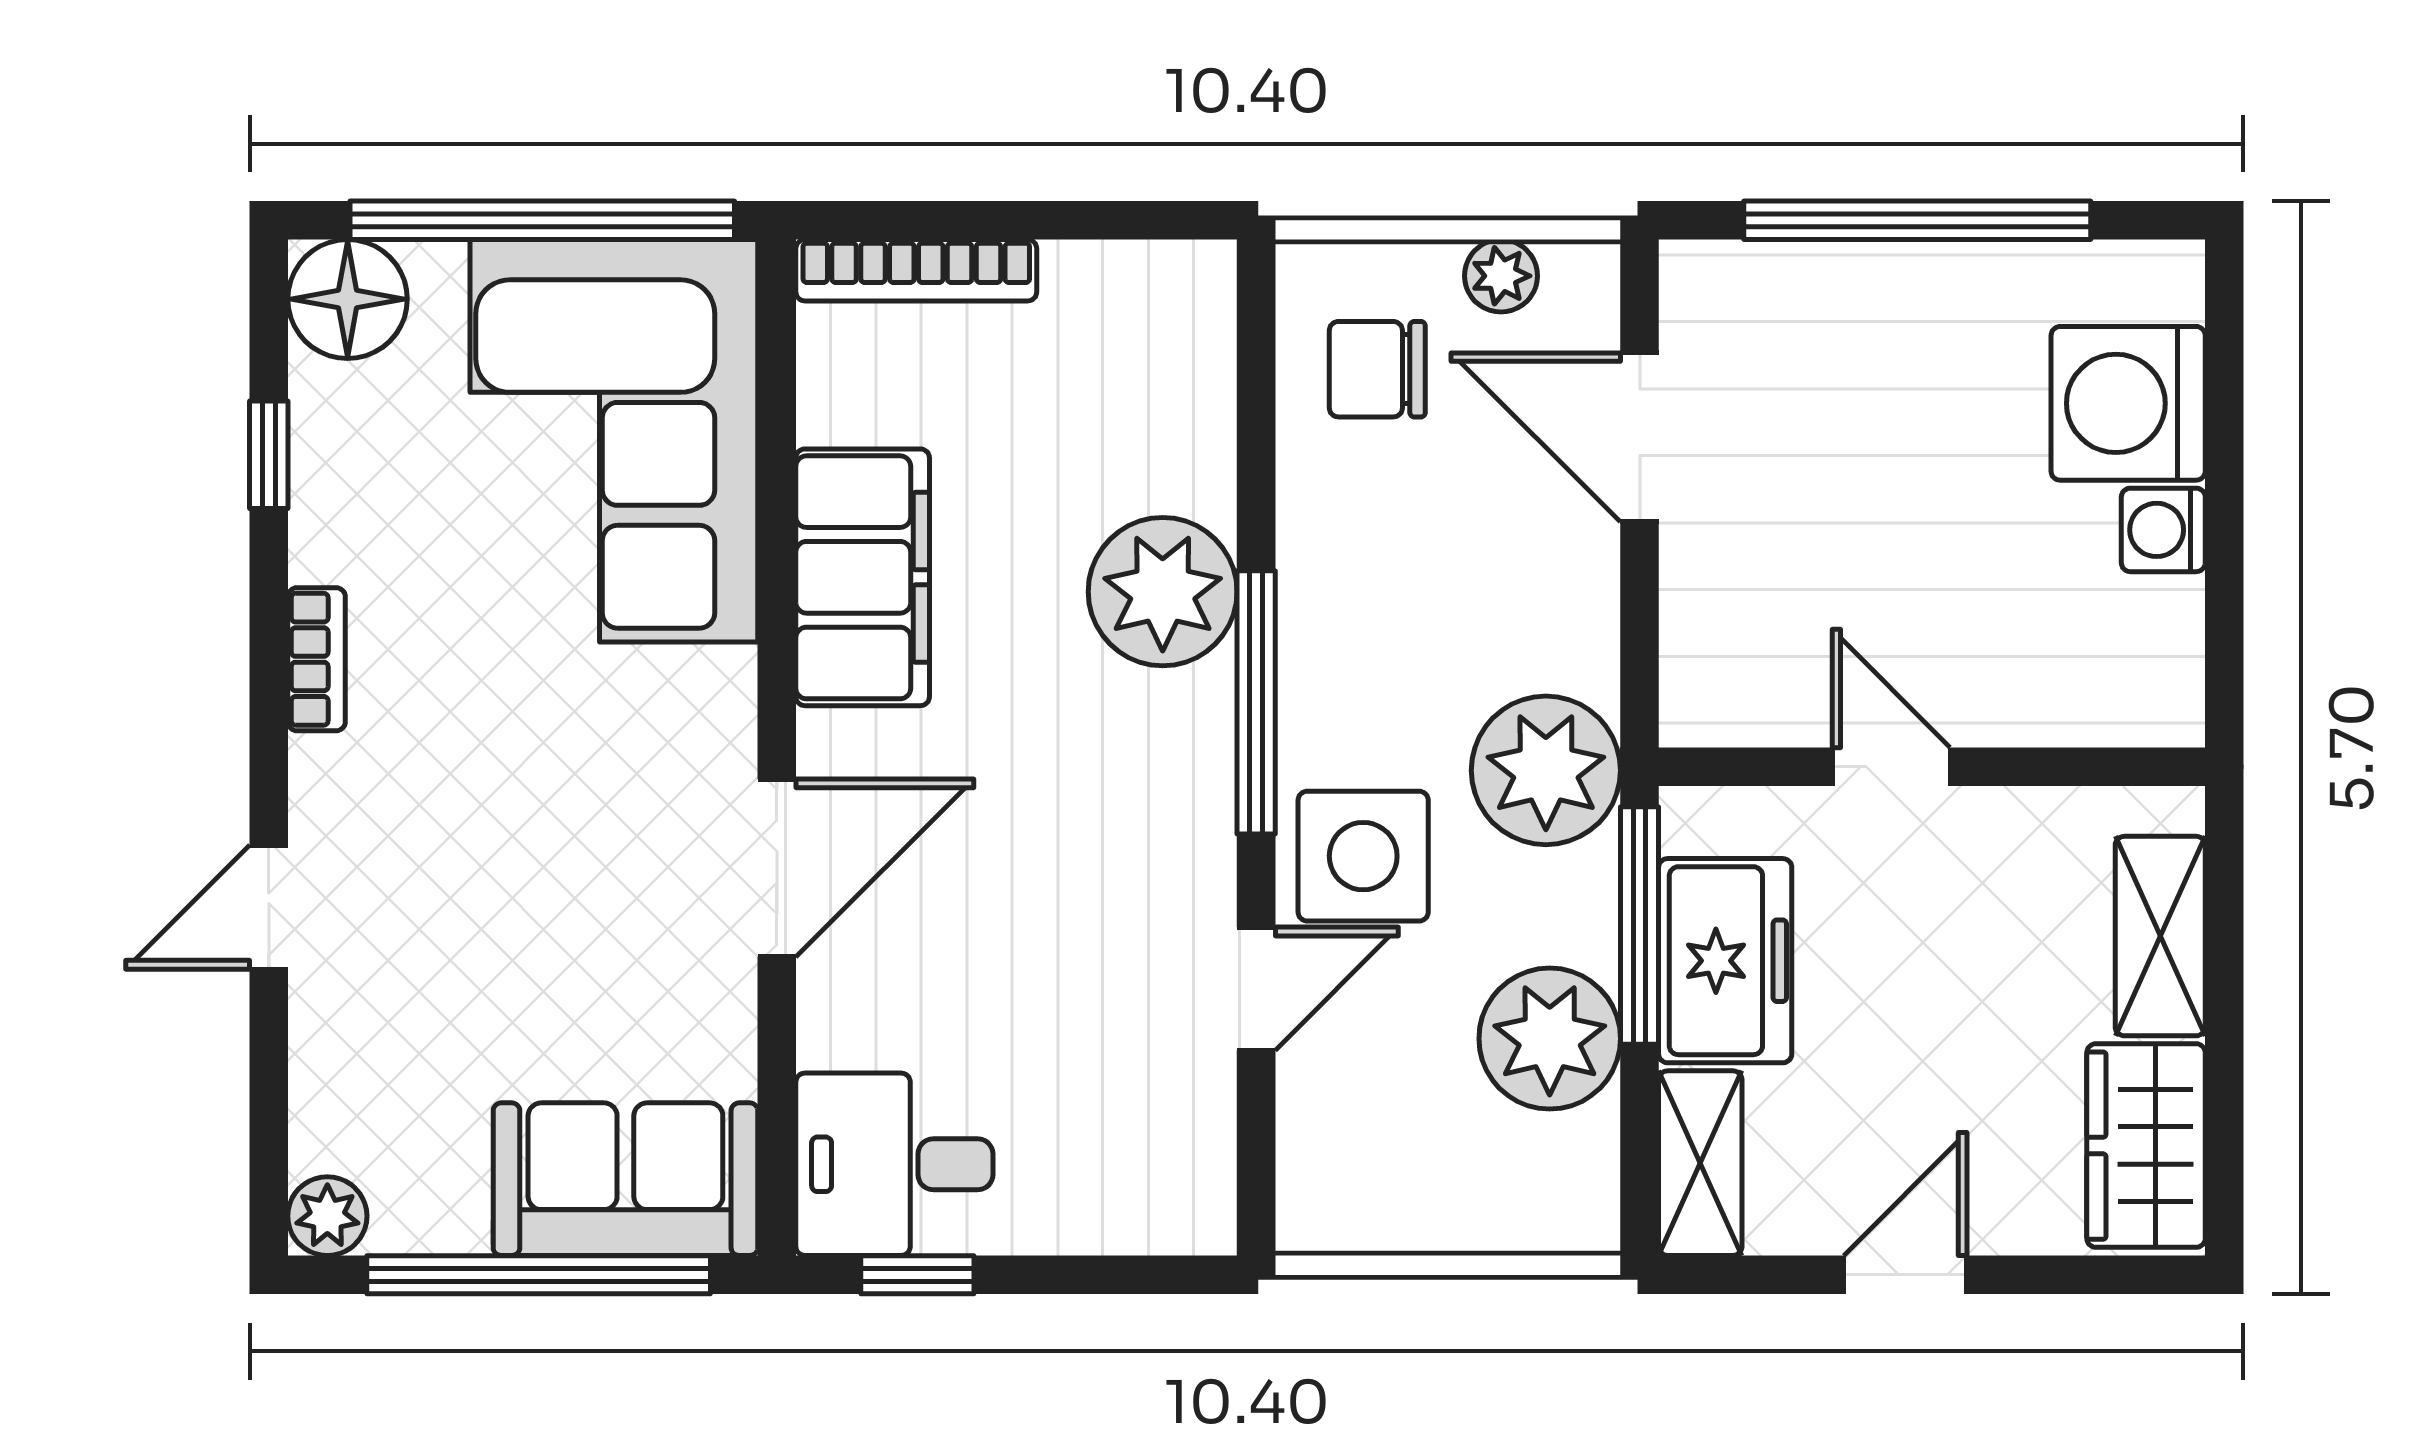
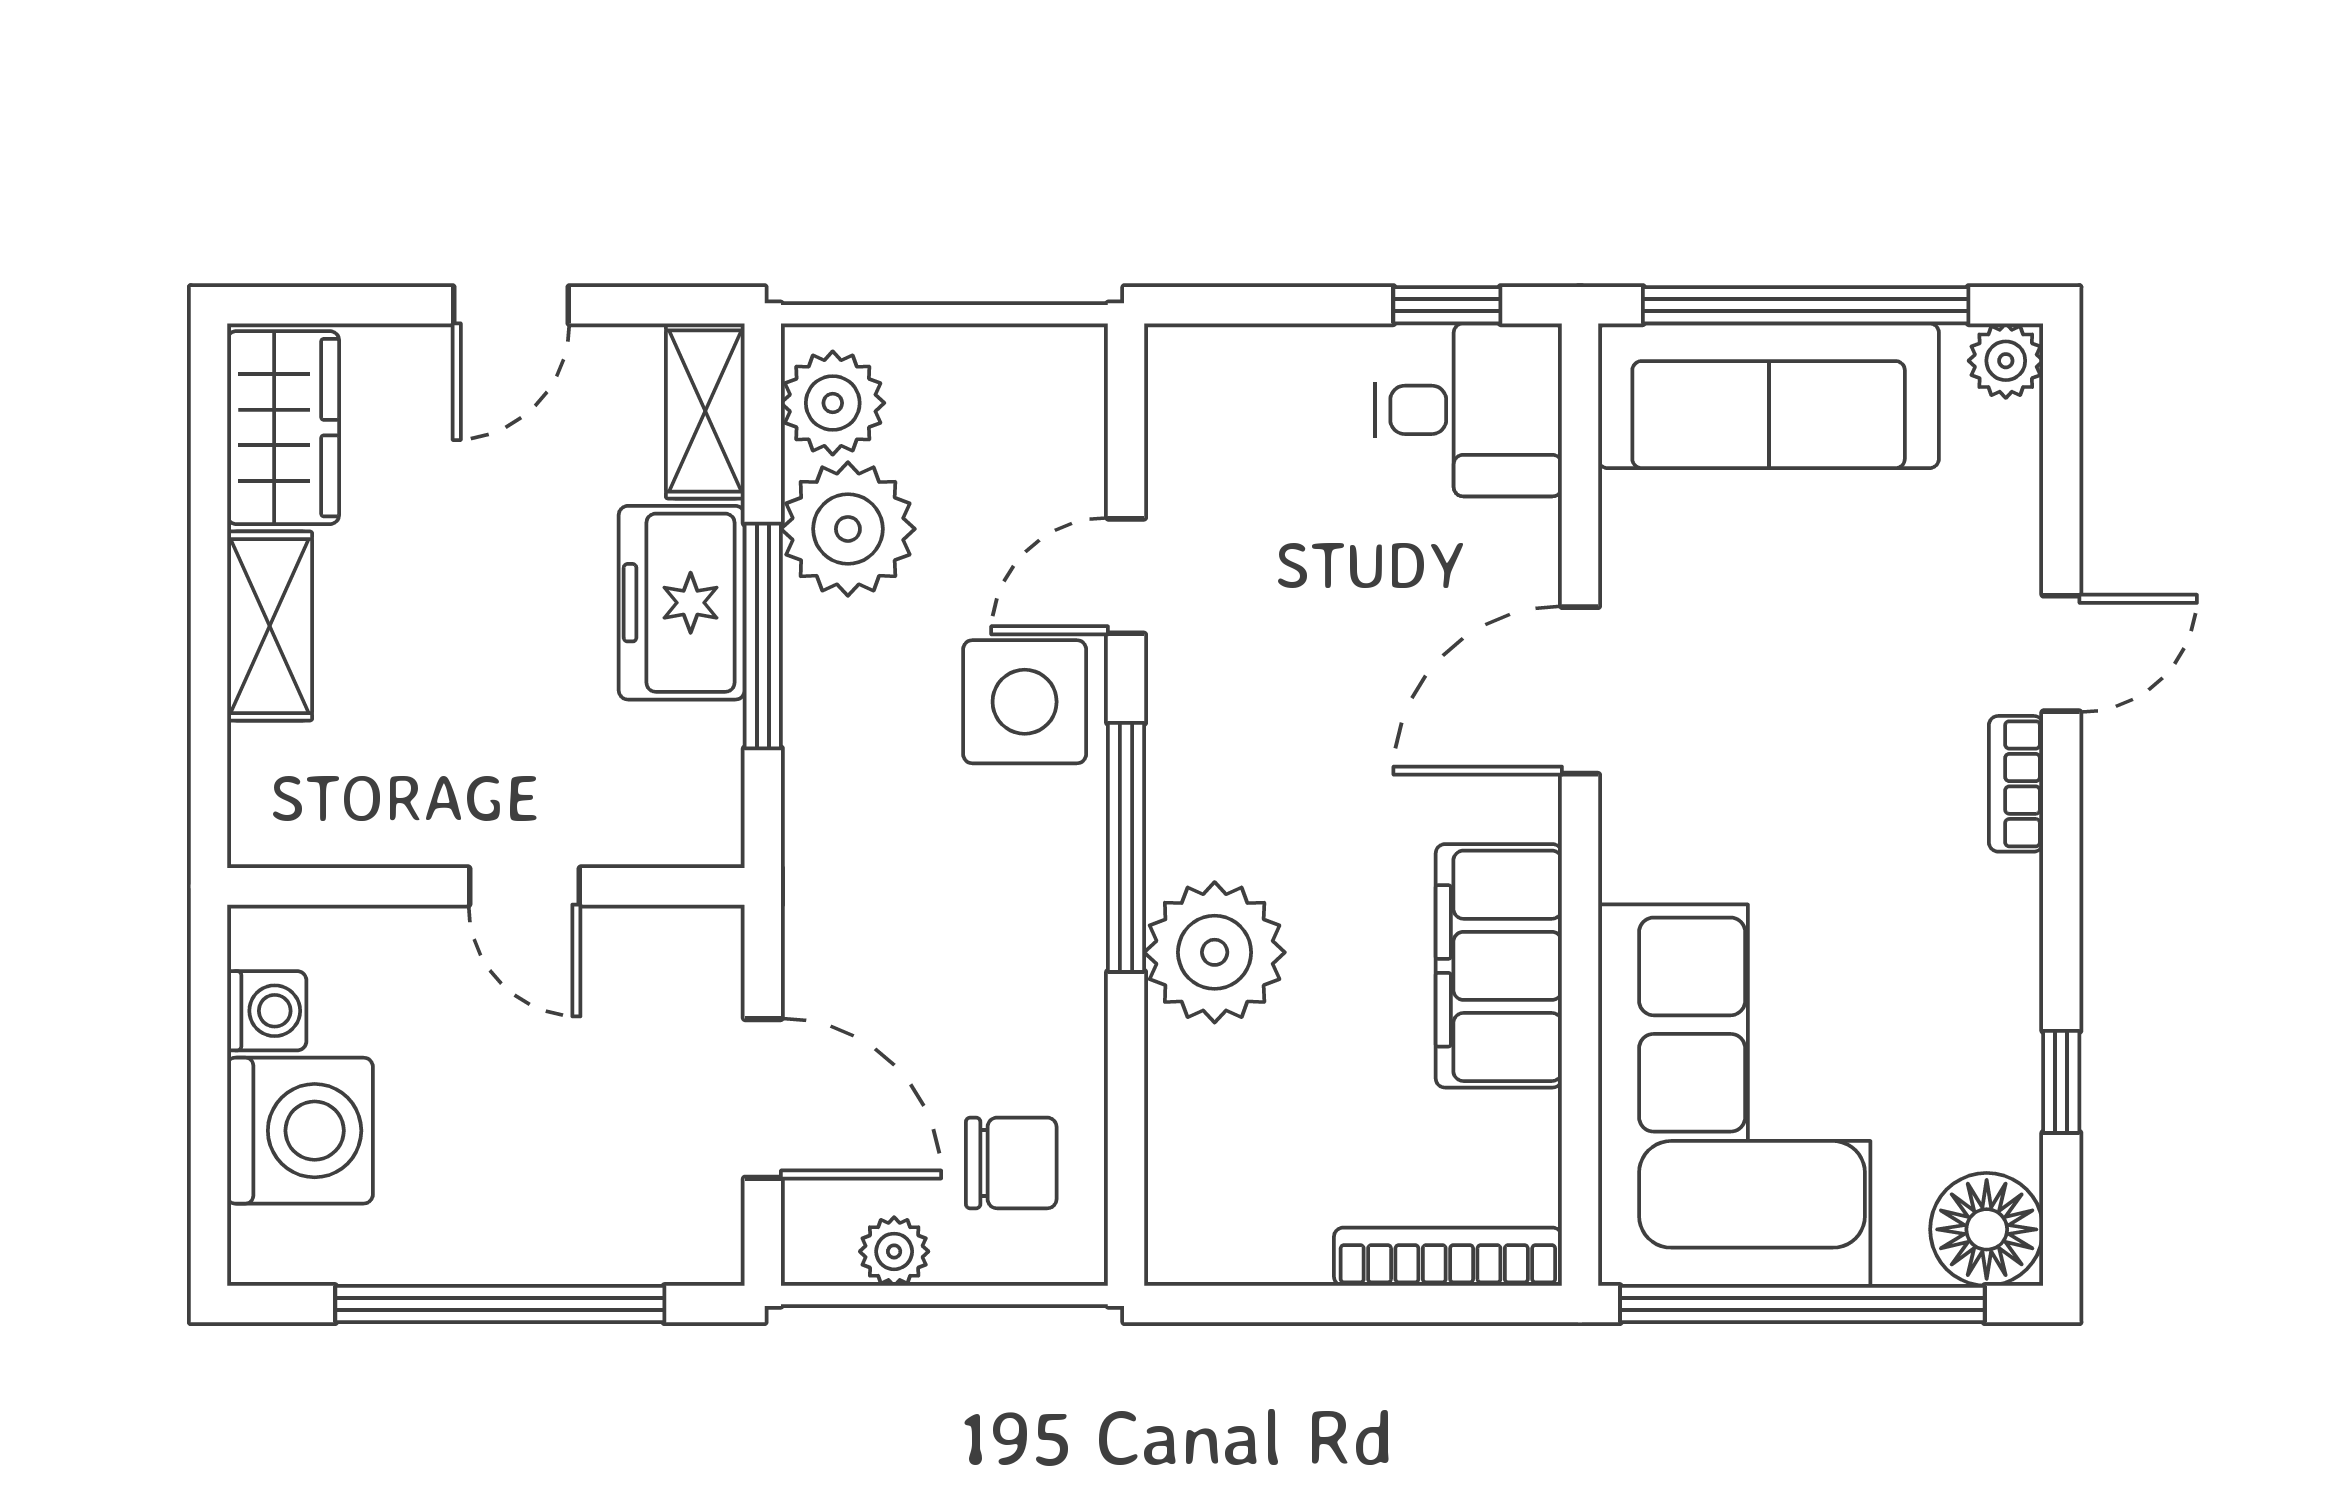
bookcase: (317, 659) -> (2016, 784), moved
door: (1891, 767) -> (525, 886), moved
wall: (1932, 767) -> (486, 886), moved
plant: (1546, 770) -> (833, 403), moved, width x0.73, depth x0.73
sofa: (625, 1179) -> (1769, 396), width x1.36

